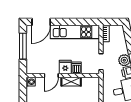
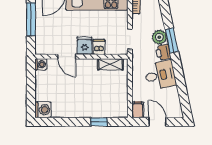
door: (51, 76) -> (67, 57), hinge flipped
shelving: (71, 82) -> (110, 64), moved

